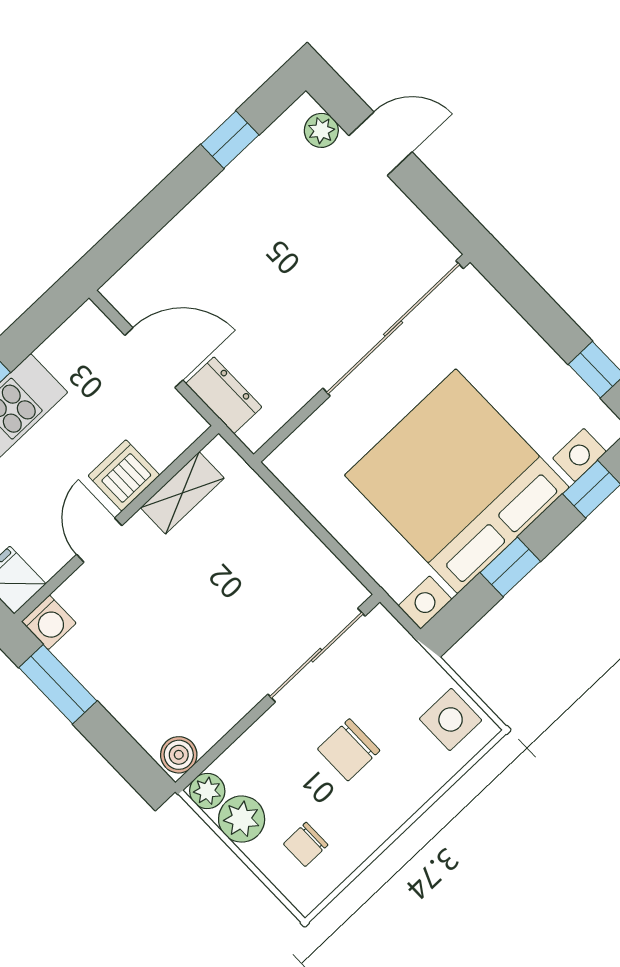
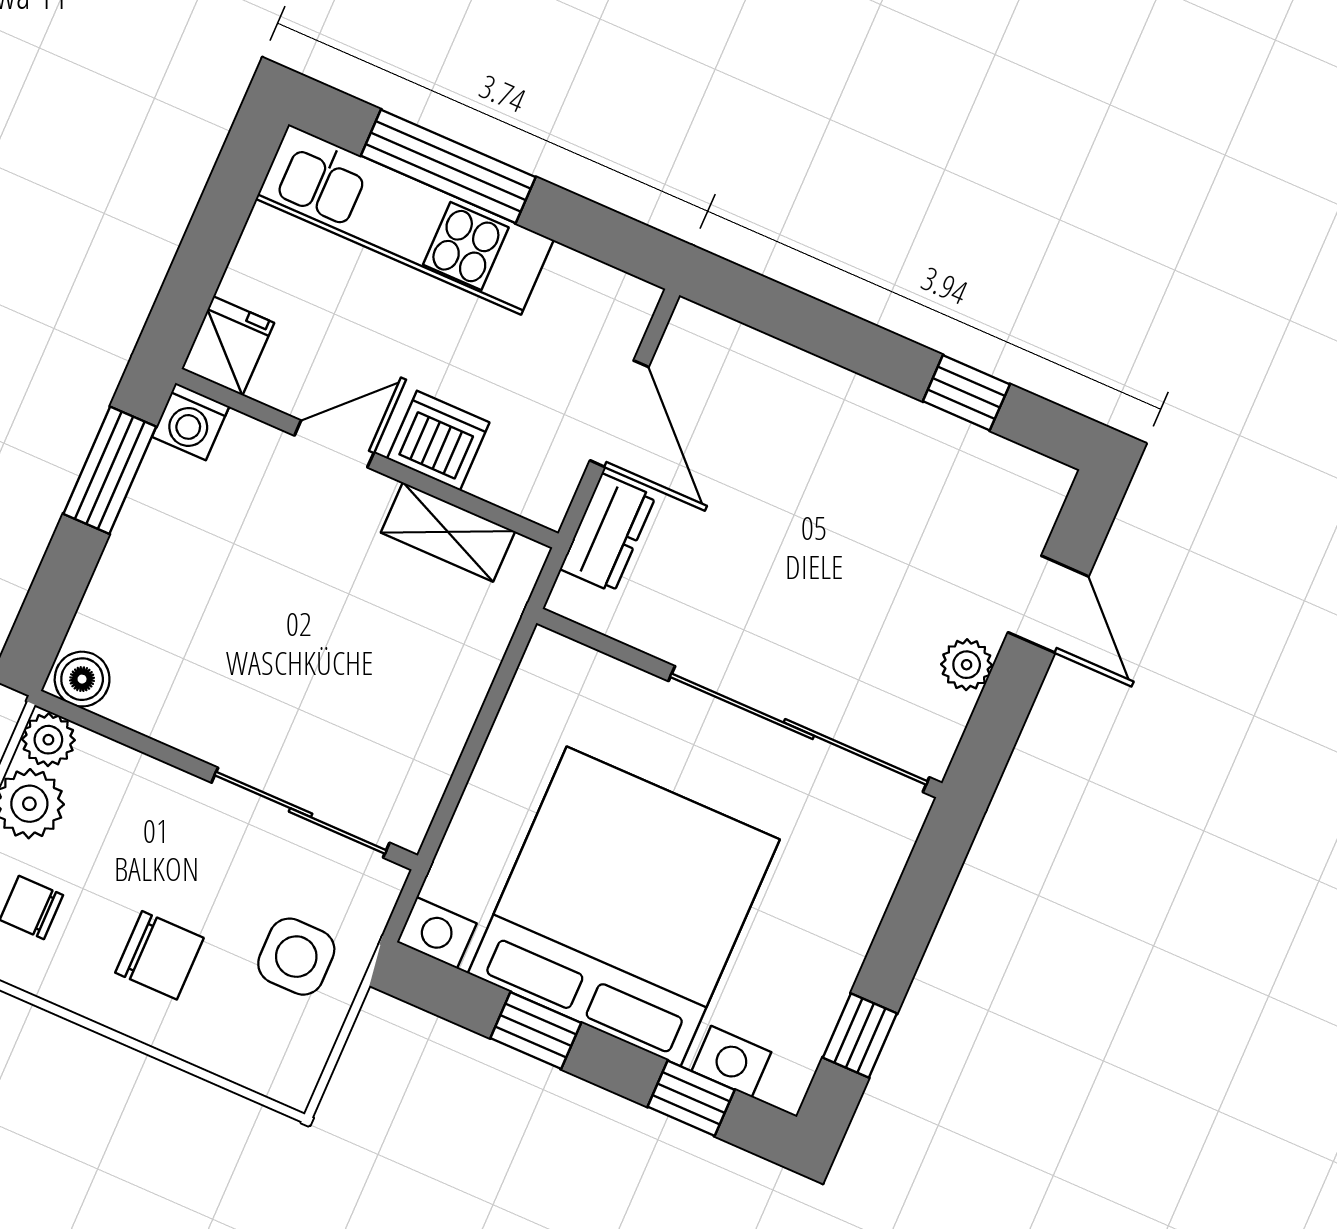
plant: (321, 130) -> (967, 665), moved
side table: (451, 719) -> (296, 957), moved
chair: (349, 750) -> (159, 955), moved, turned 180

